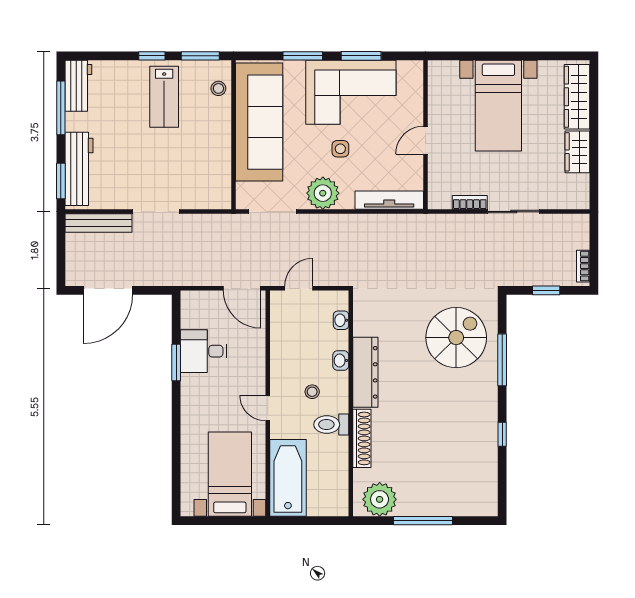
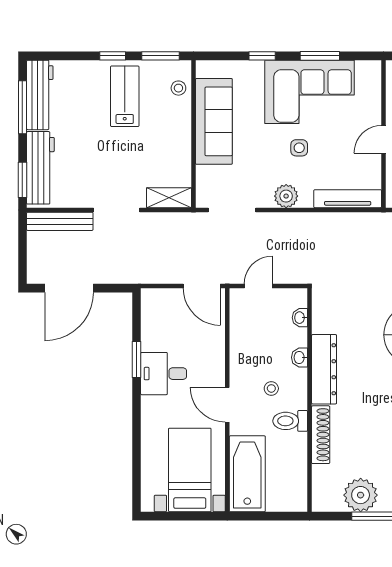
window: (303, 56) -> (262, 56), width x0.67
workbench: (78, 86) -> (40, 95), width x1.38
lab bench: (164, 97) -> (125, 96), turned 180
sofa: (259, 122) -> (214, 121), width x0.74, depth x0.79
plant: (323, 193) -> (286, 196), width x0.73, depth x0.73
shelving: (209, 199) -> (169, 198), added
desk: (203, 351) -> (164, 374), moved
door: (268, 408) -> (227, 405), width x1.38
plant: (380, 499) -> (361, 495), moved

